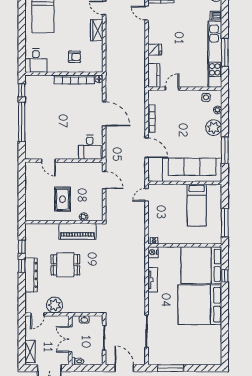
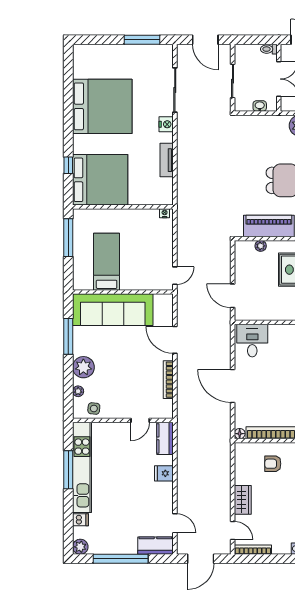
nightstand: (153, 252) -> (166, 124), moved
bed: (200, 305) -> (102, 106), moved

